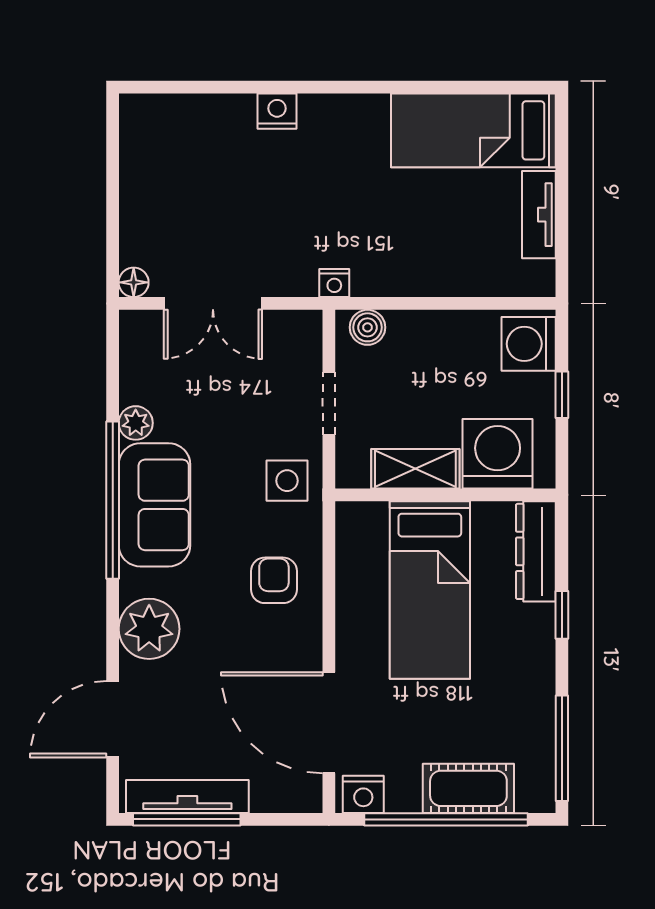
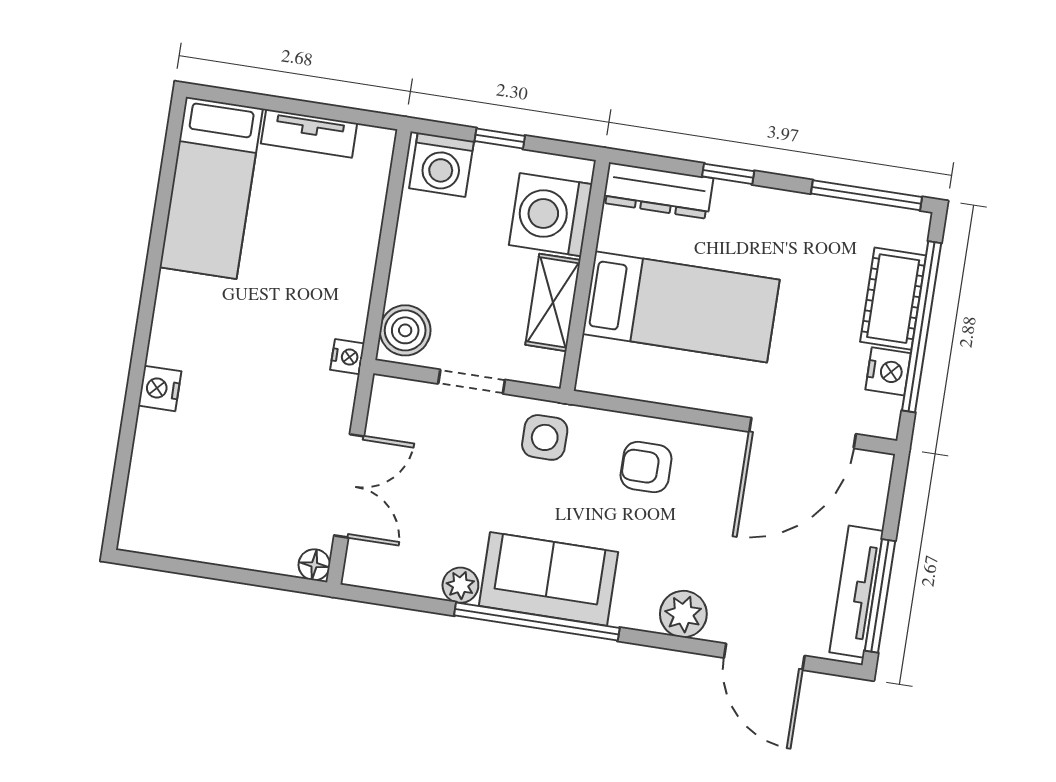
boiler: (367, 327) -> (405, 330), width x1.36, depth x1.36
plant: (149, 629) -> (683, 614), width x0.73, depth x0.73
nightstand: (363, 794) -> (888, 371), moved

